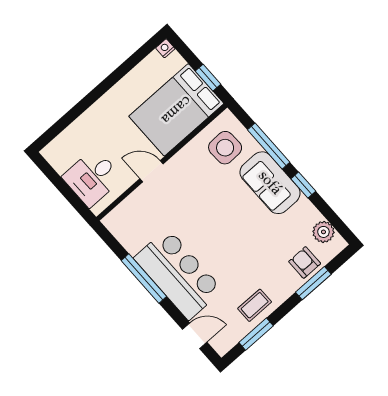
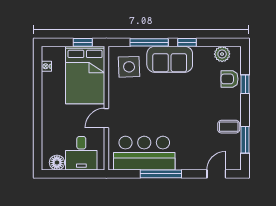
nightstand: (165, 48) -> (46, 66), moved
floor lamp: (60, 161) -> (57, 163), added
bar counter: (178, 274) -> (144, 153), moved
window: (313, 283) -> (245, 84), width x0.67
coffee table: (255, 305) -> (229, 127), turned 90

